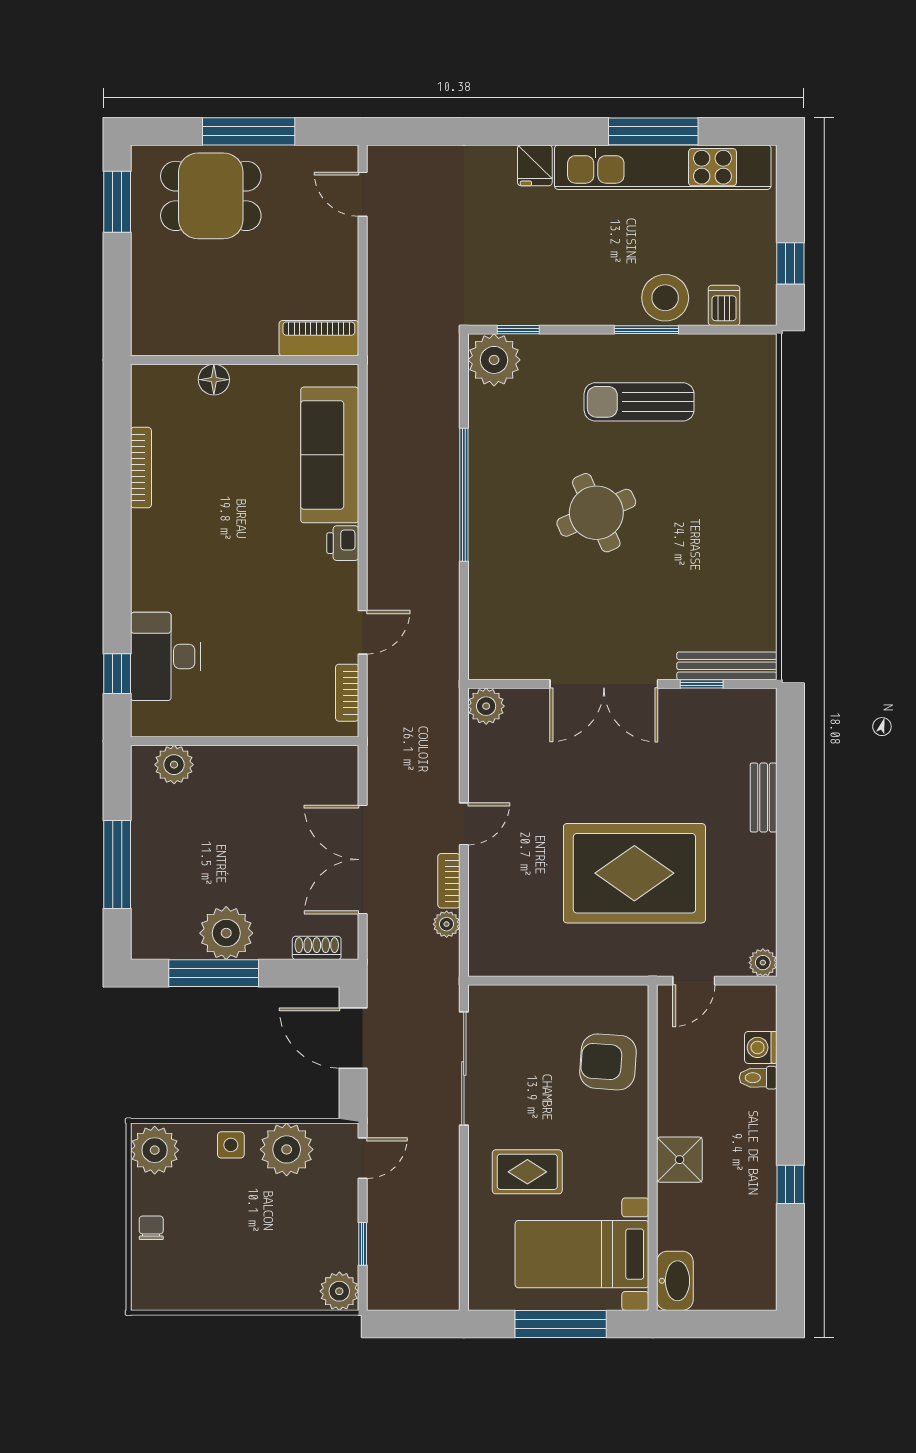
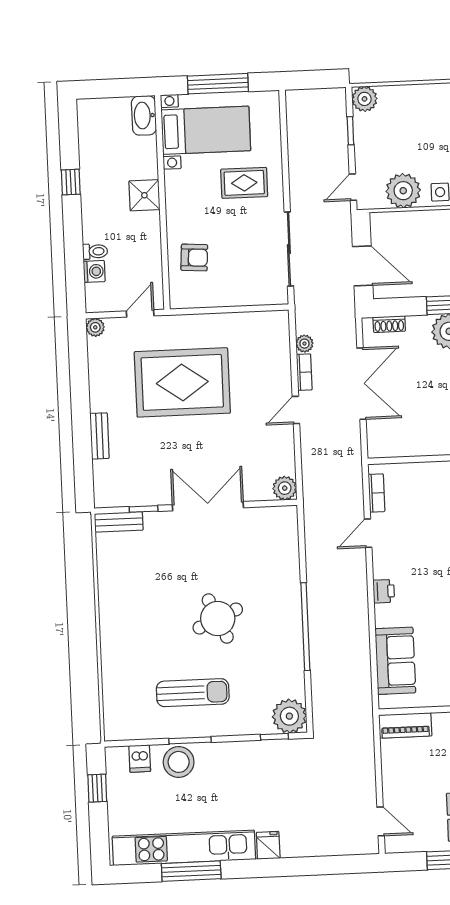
sofa: (330, 455) -> (395, 661), width x0.73
bench: (727, 666) -> (119, 522), width x0.73
armchair: (608, 1062) -> (194, 258), width x0.72, depth x0.72

